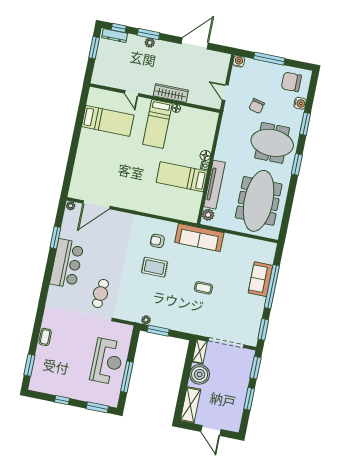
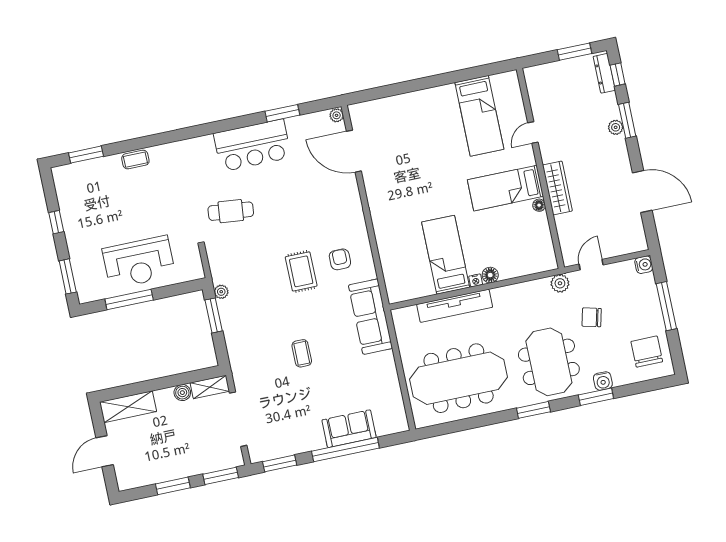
water cooler: (300, 103) -> (603, 381), moved
plant: (208, 215) -> (560, 283), moved
boiler: (200, 374) -> (182, 393), width x0.54, depth x0.54

